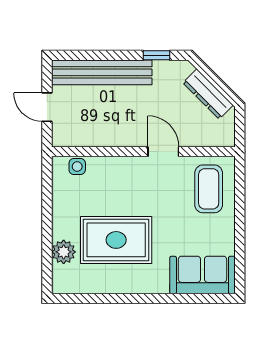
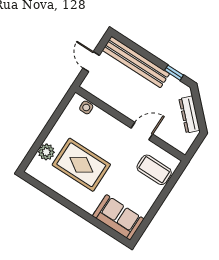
door: (163, 152) -> (142, 131), hinge flipped
coffee table: (209, 189) -> (154, 170), turned 90

